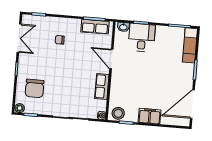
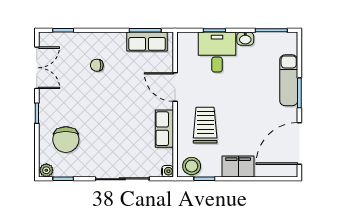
washbasin: (123, 27) -> (245, 39), moved
exam couch: (190, 45) -> (289, 80), moved
trolley: (130, 86) -> (205, 125), added

